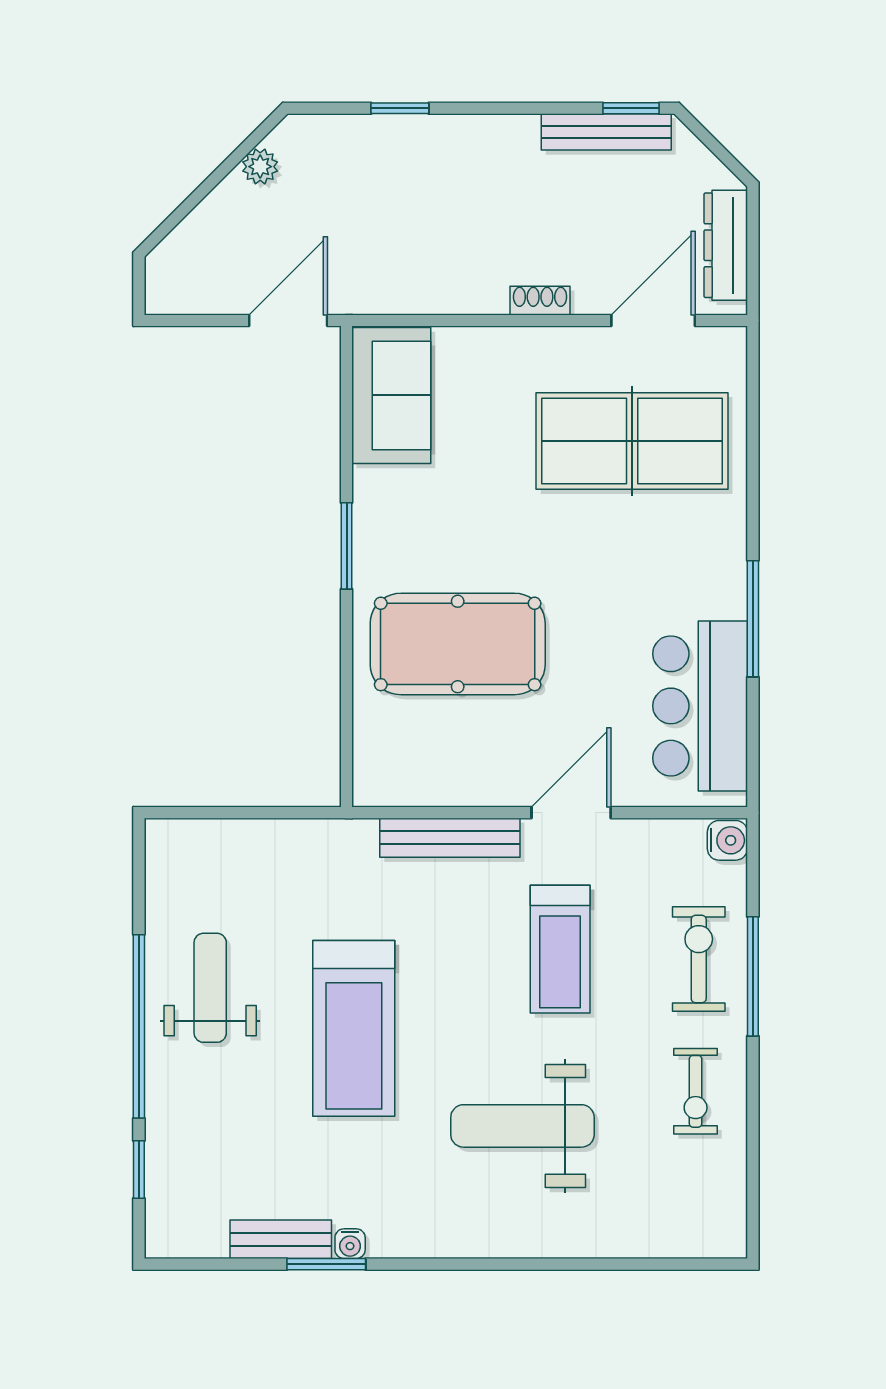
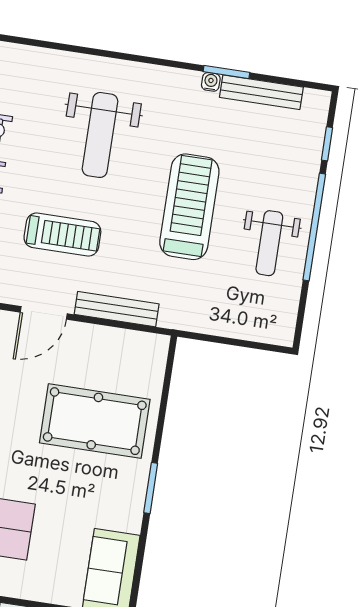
treadmill: (560, 949) -> (62, 235), turned 90
weight bench: (522, 1126) -> (100, 135), turned 90
bench: (281, 1239) -> (261, 92), width x1.36

